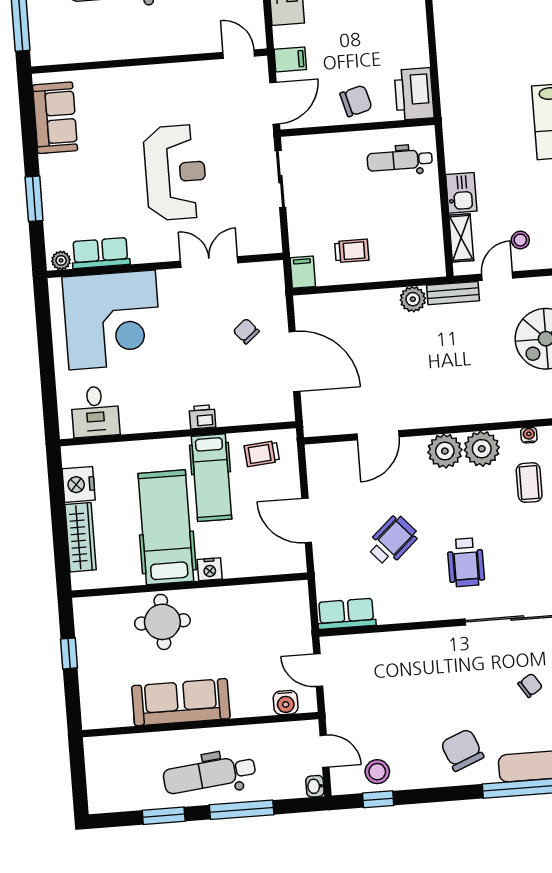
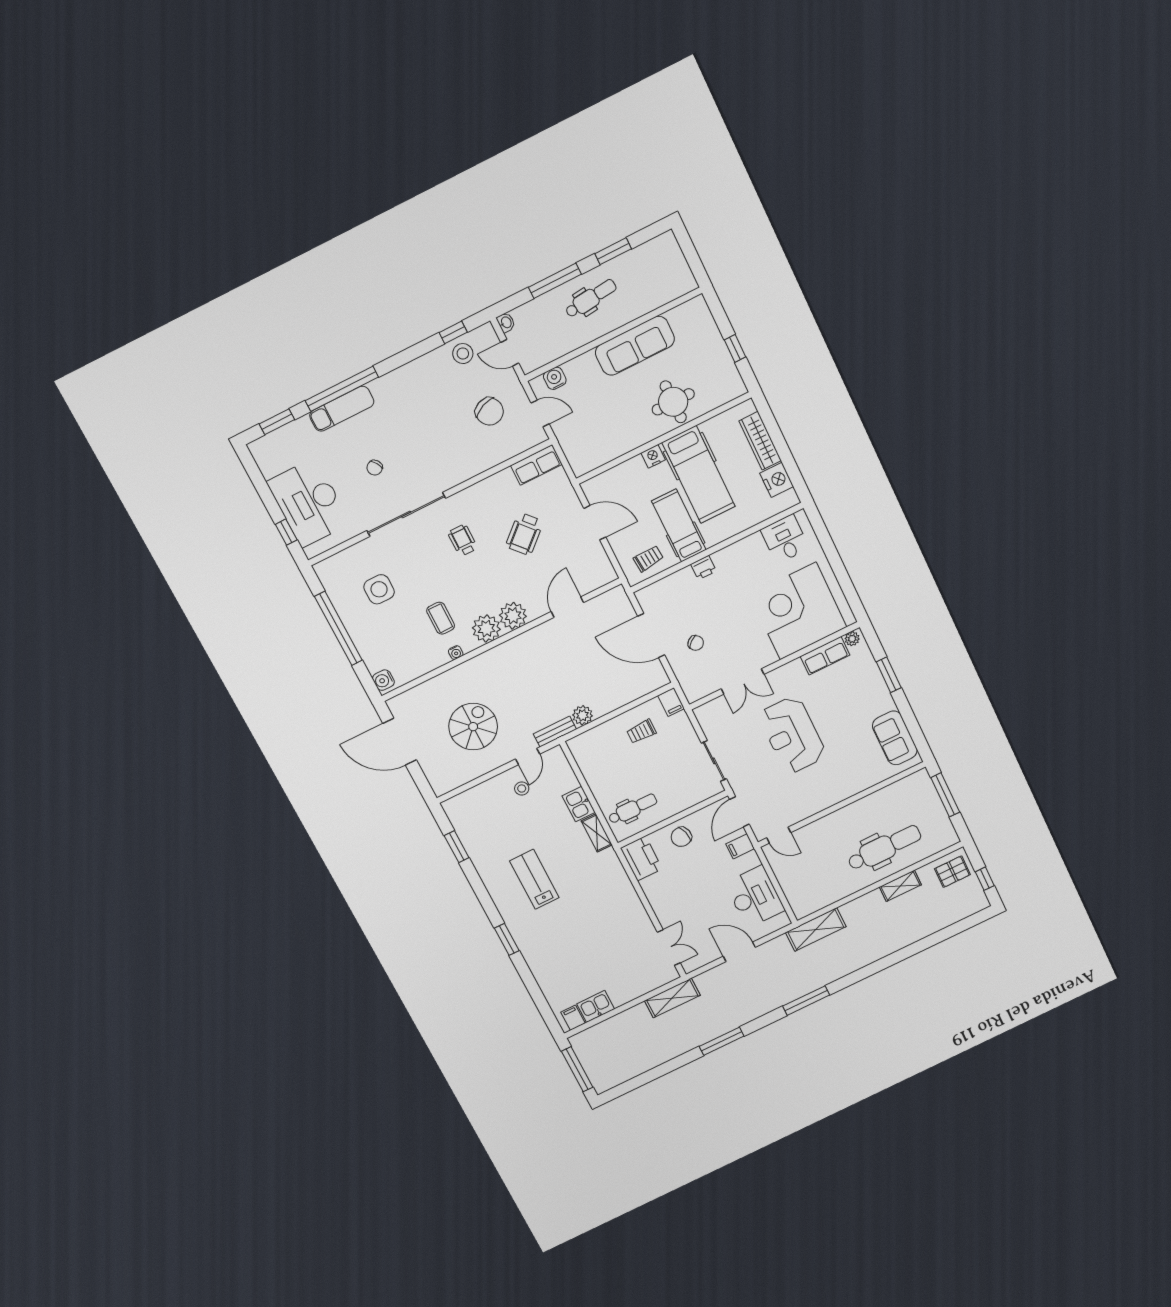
shelving: (461, 238) -> (597, 833), moved
wheelchair: (466, 562) -> (463, 540), width x0.73, depth x0.73
chair: (462, 750) -> (489, 411), moved
dental chair: (209, 774) -> (591, 298), width x0.73, depth x0.72

